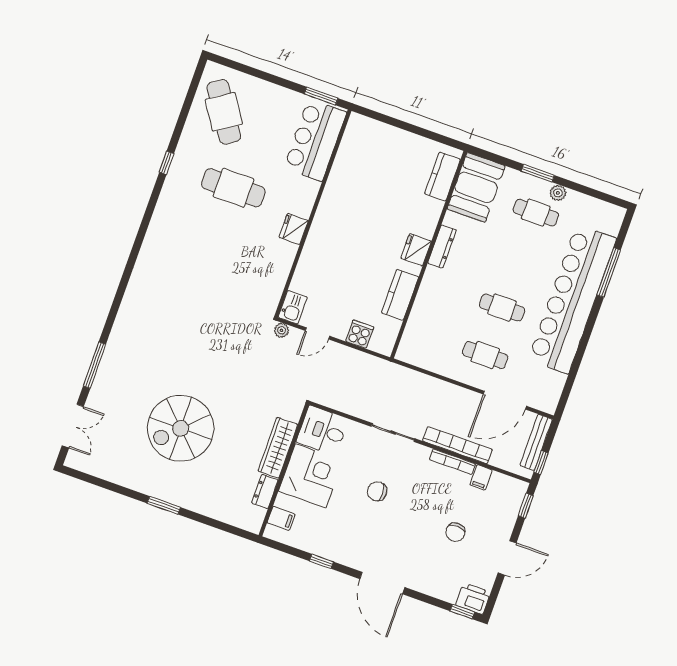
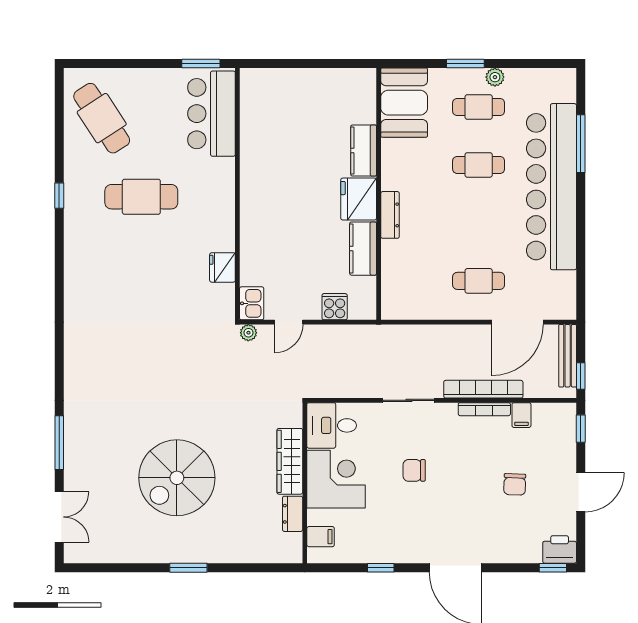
kitchen counter: (443, 177) -> (364, 151), moved
fridge: (294, 229) -> (222, 267), moved
dresser: (442, 246) -> (390, 215), moved
fridge: (416, 250) -> (359, 199), width x1.36, depth x1.34
cafe table: (502, 308) -> (479, 165), moved

